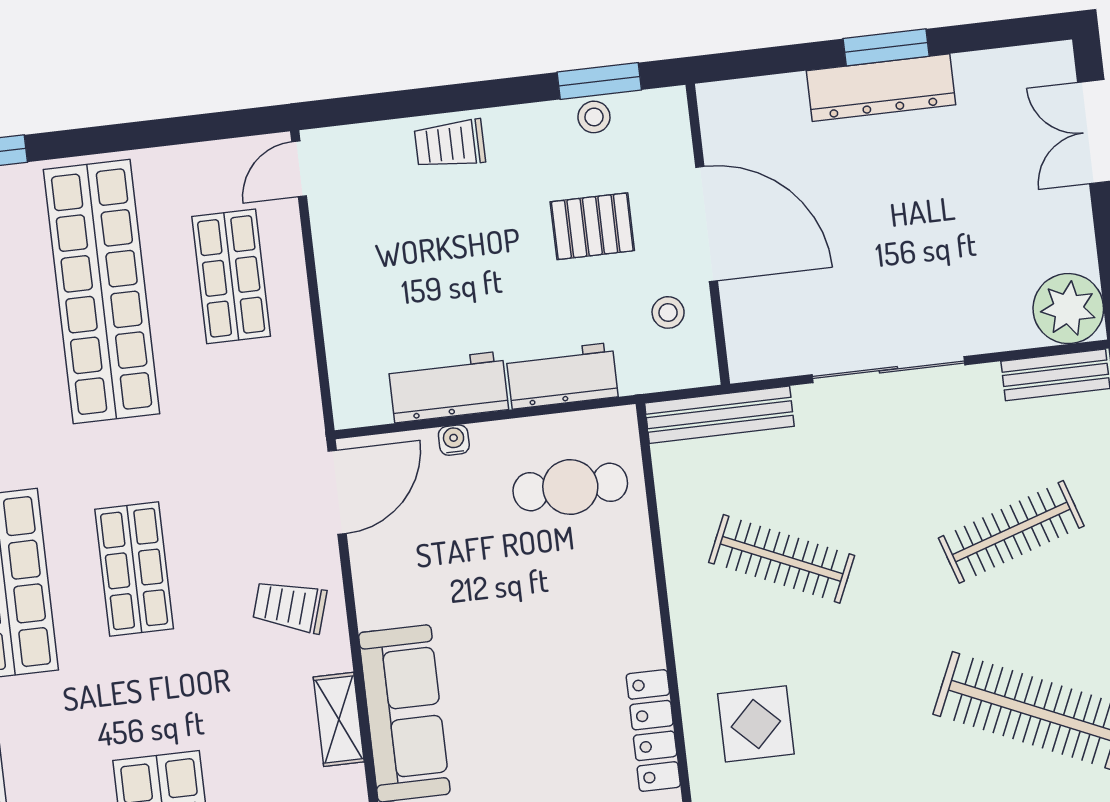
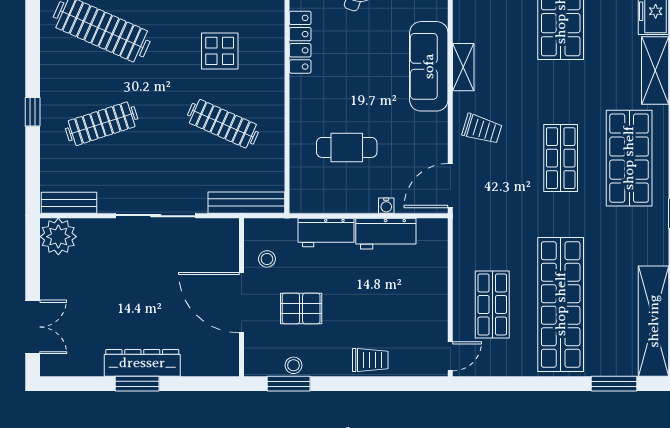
cafe table: (570, 487) -> (347, 147), moved
display table: (756, 724) -> (220, 51), moved

